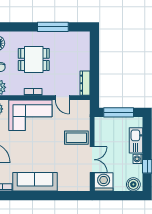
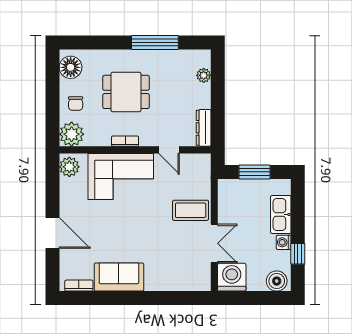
plant: (85, 48) -> (204, 75), added
window: (119, 112) -> (254, 172), width x0.69
sofa: (35, 182) -> (119, 277), width x0.73

